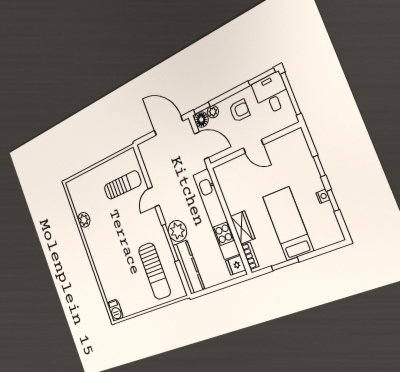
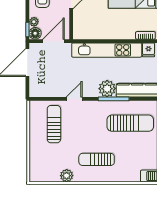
door: (154, 197) -> (74, 99), swing flipped
wardrobe: (243, 227) -> (124, 33), removed
sun lounger: (109, 246) -> (97, 159), added

